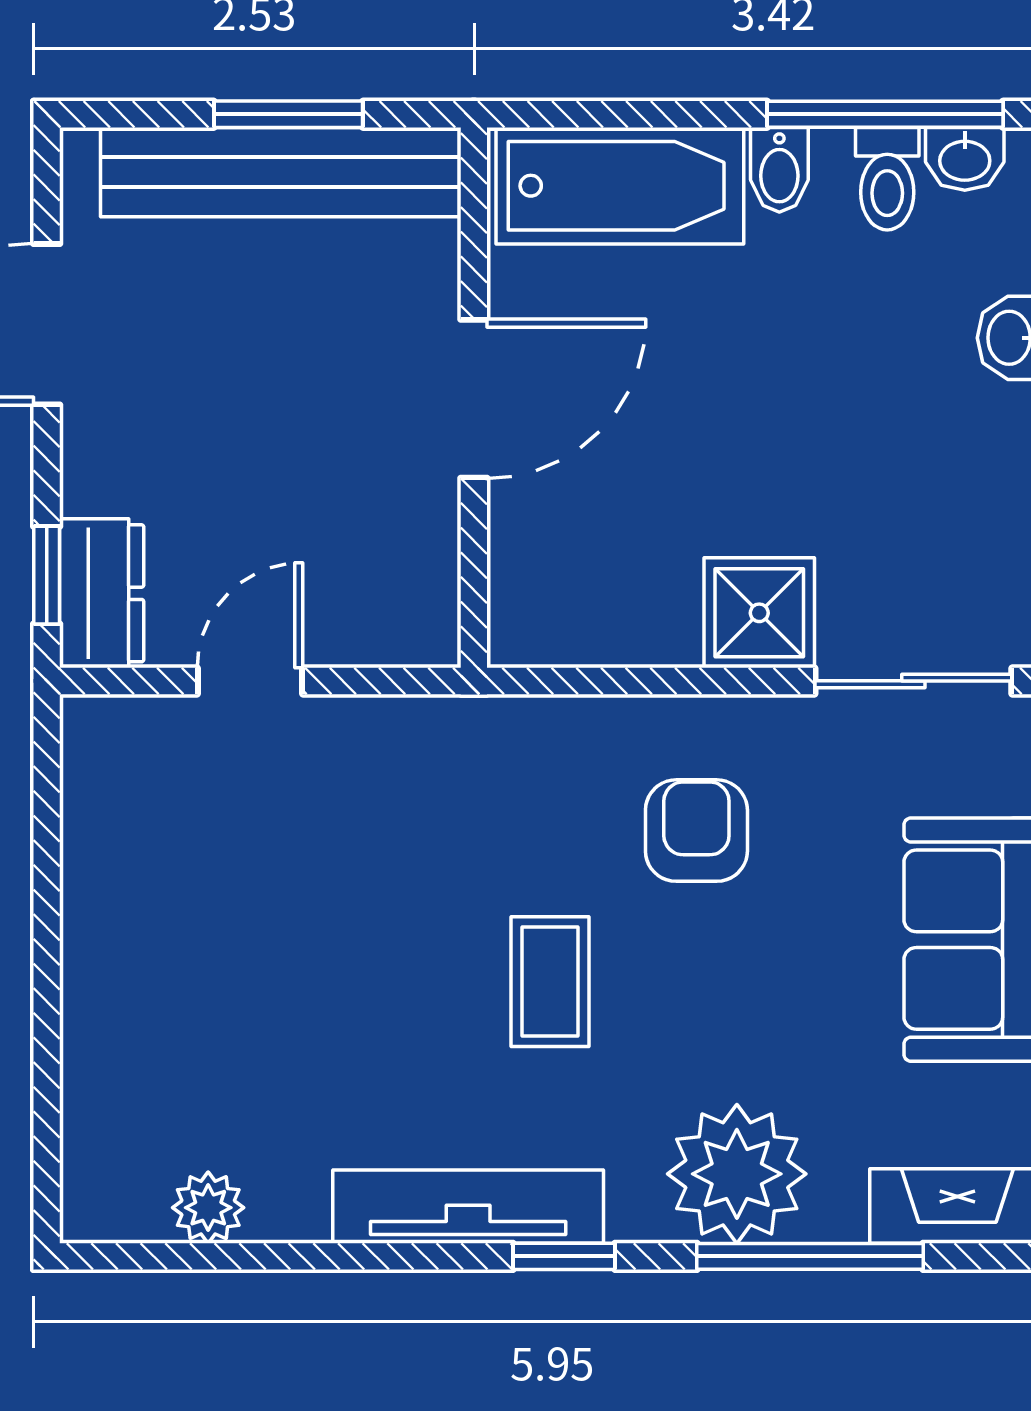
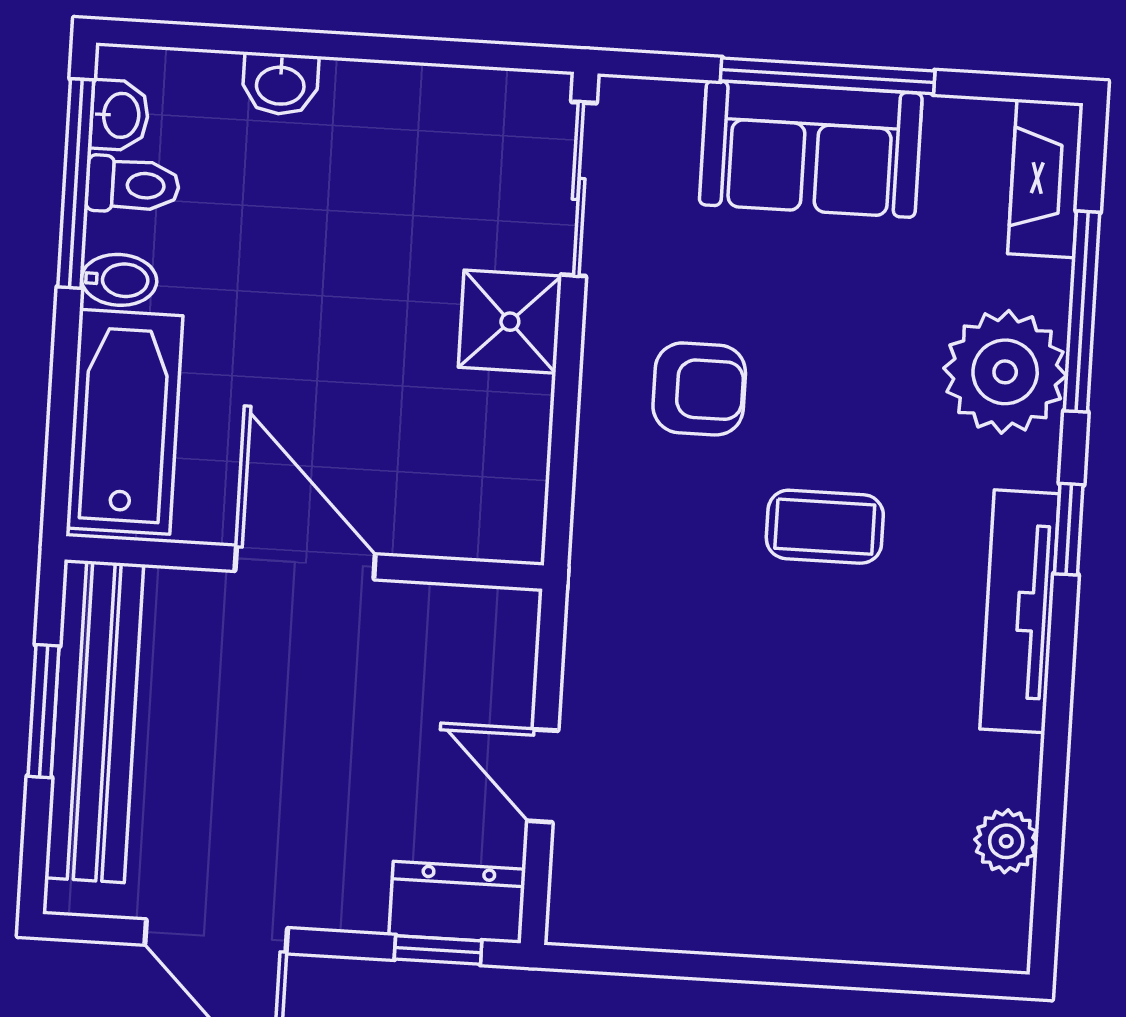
armchair: (696, 831) -> (699, 389), turned 180

